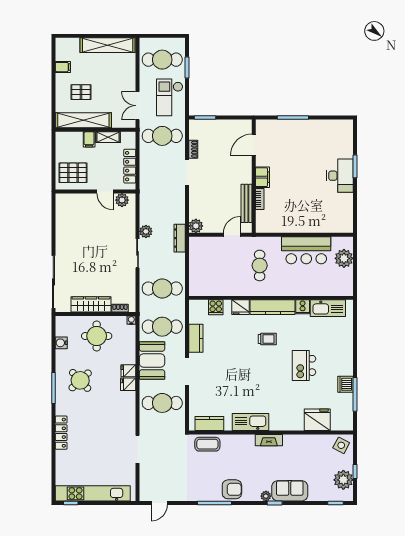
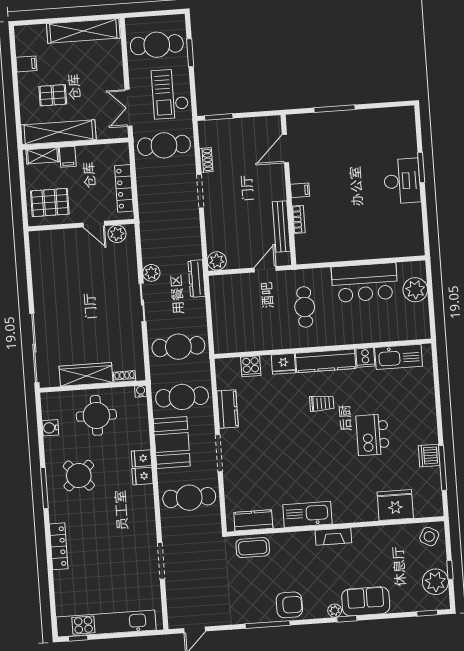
shelving: (108, 137) -> (43, 156), moved
filing cabinet: (262, 177) -> (300, 190), width x0.50

